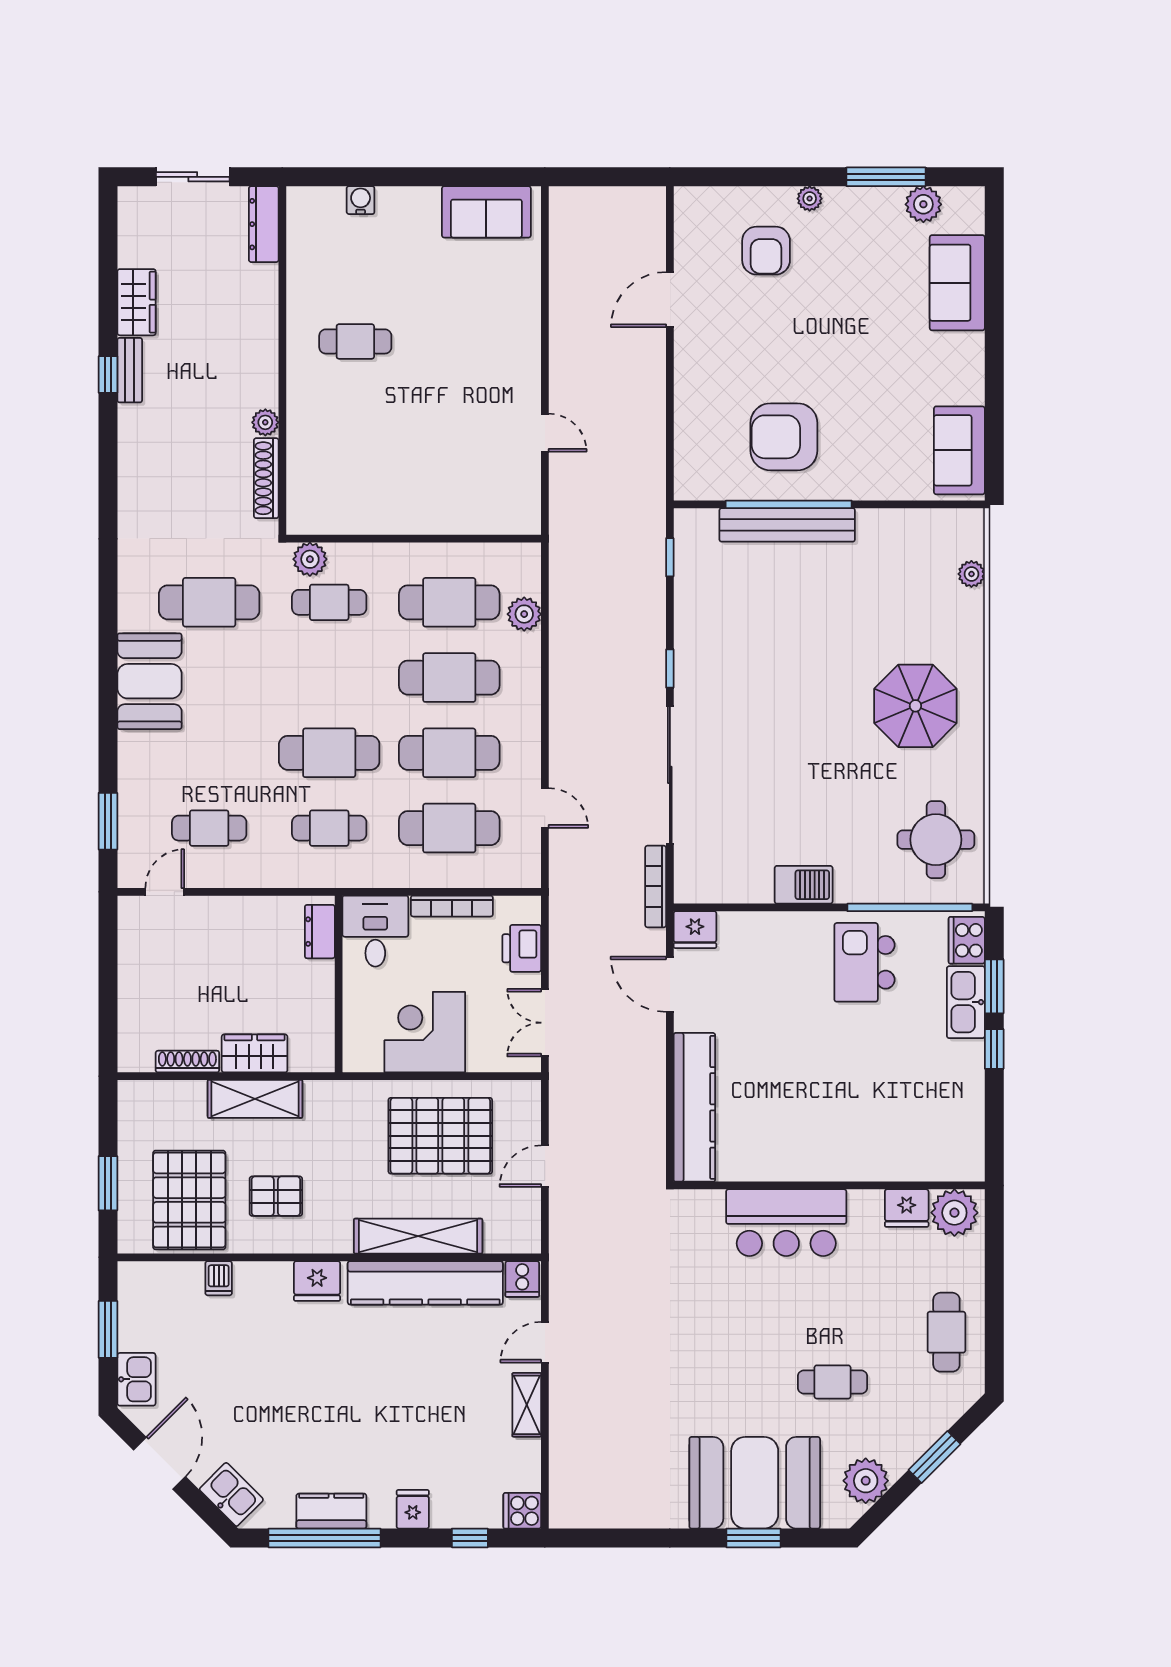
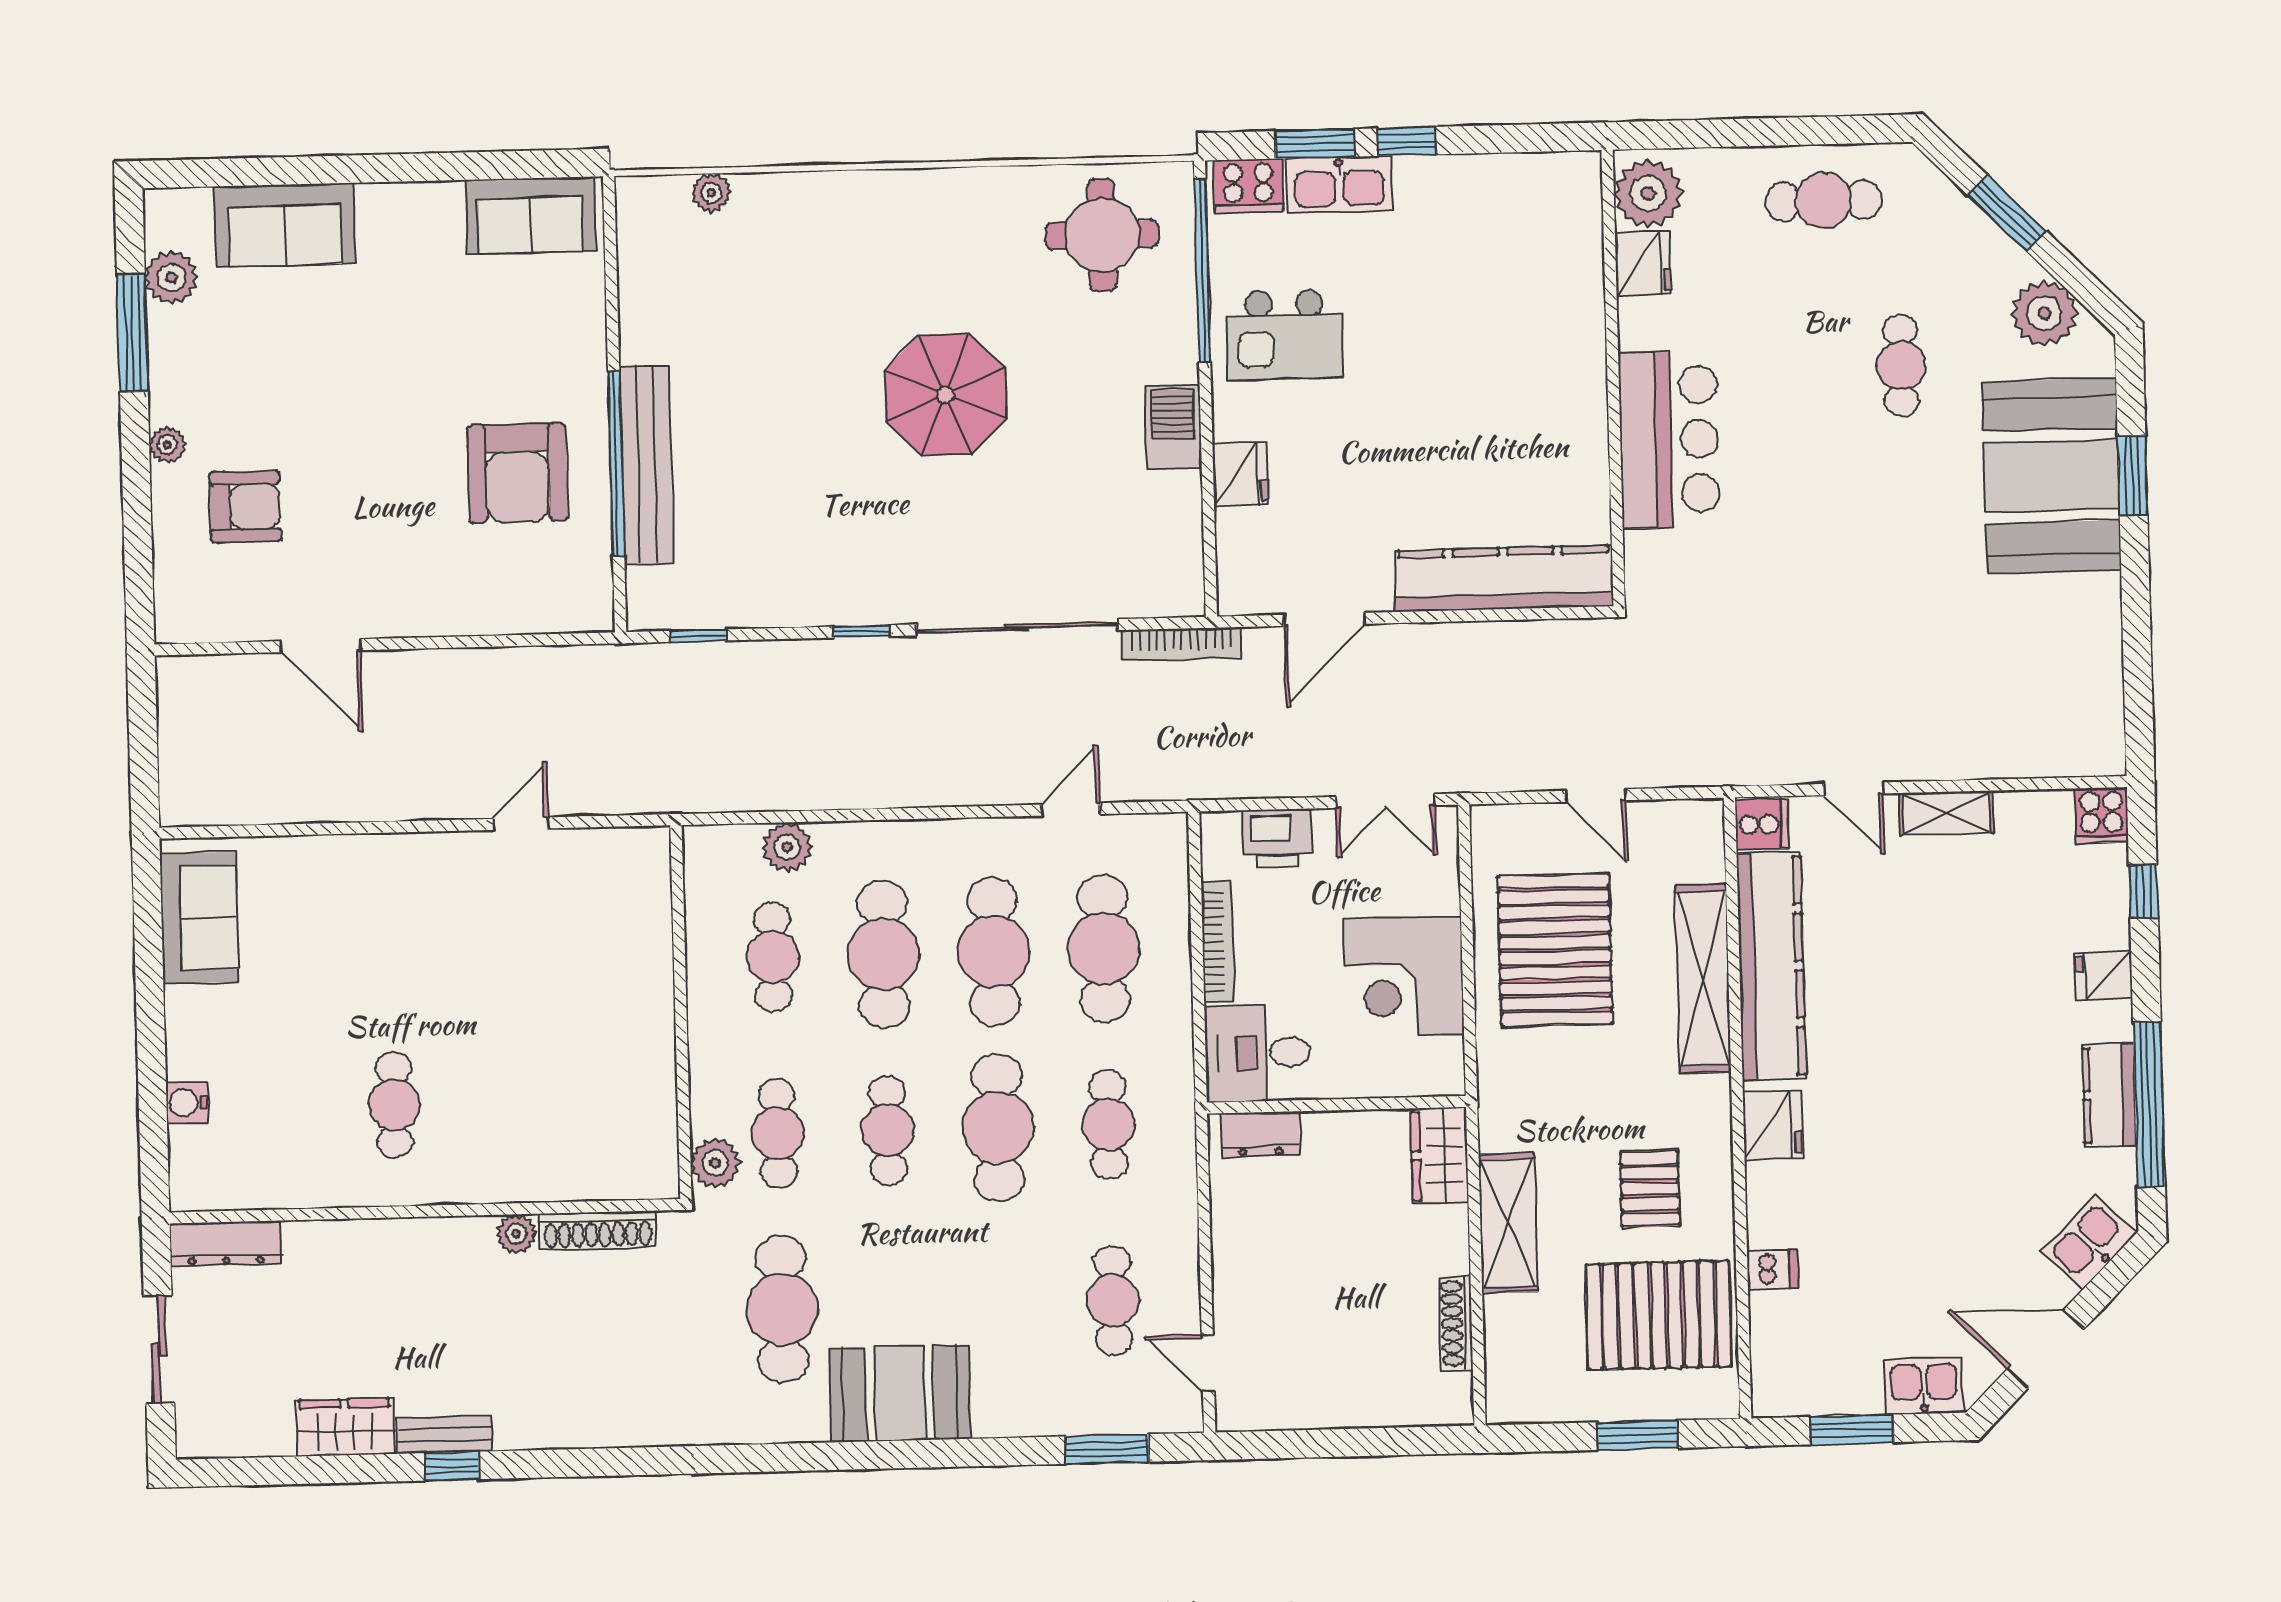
cafe table: (449, 602) -> (773, 957), width x0.73, depth x0.74
cafe table: (329, 678) -> (888, 1130), added
parasol: (915, 706) -> (945, 395), moved
fridge: (695, 930) -> (1240, 475), moved
wardrobe: (255, 1053) -> (1440, 1156), moved

